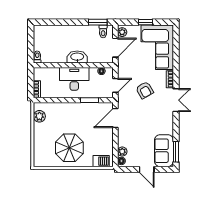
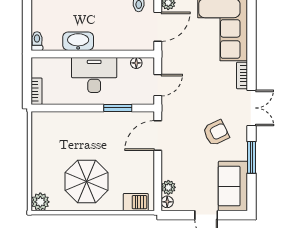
washbasin: (77, 57) -> (78, 41), moved
armchair: (145, 90) -> (216, 133), moved, turned -87
plant: (39, 116) -> (40, 202), moved
window: (176, 152) -> (251, 157), moved

